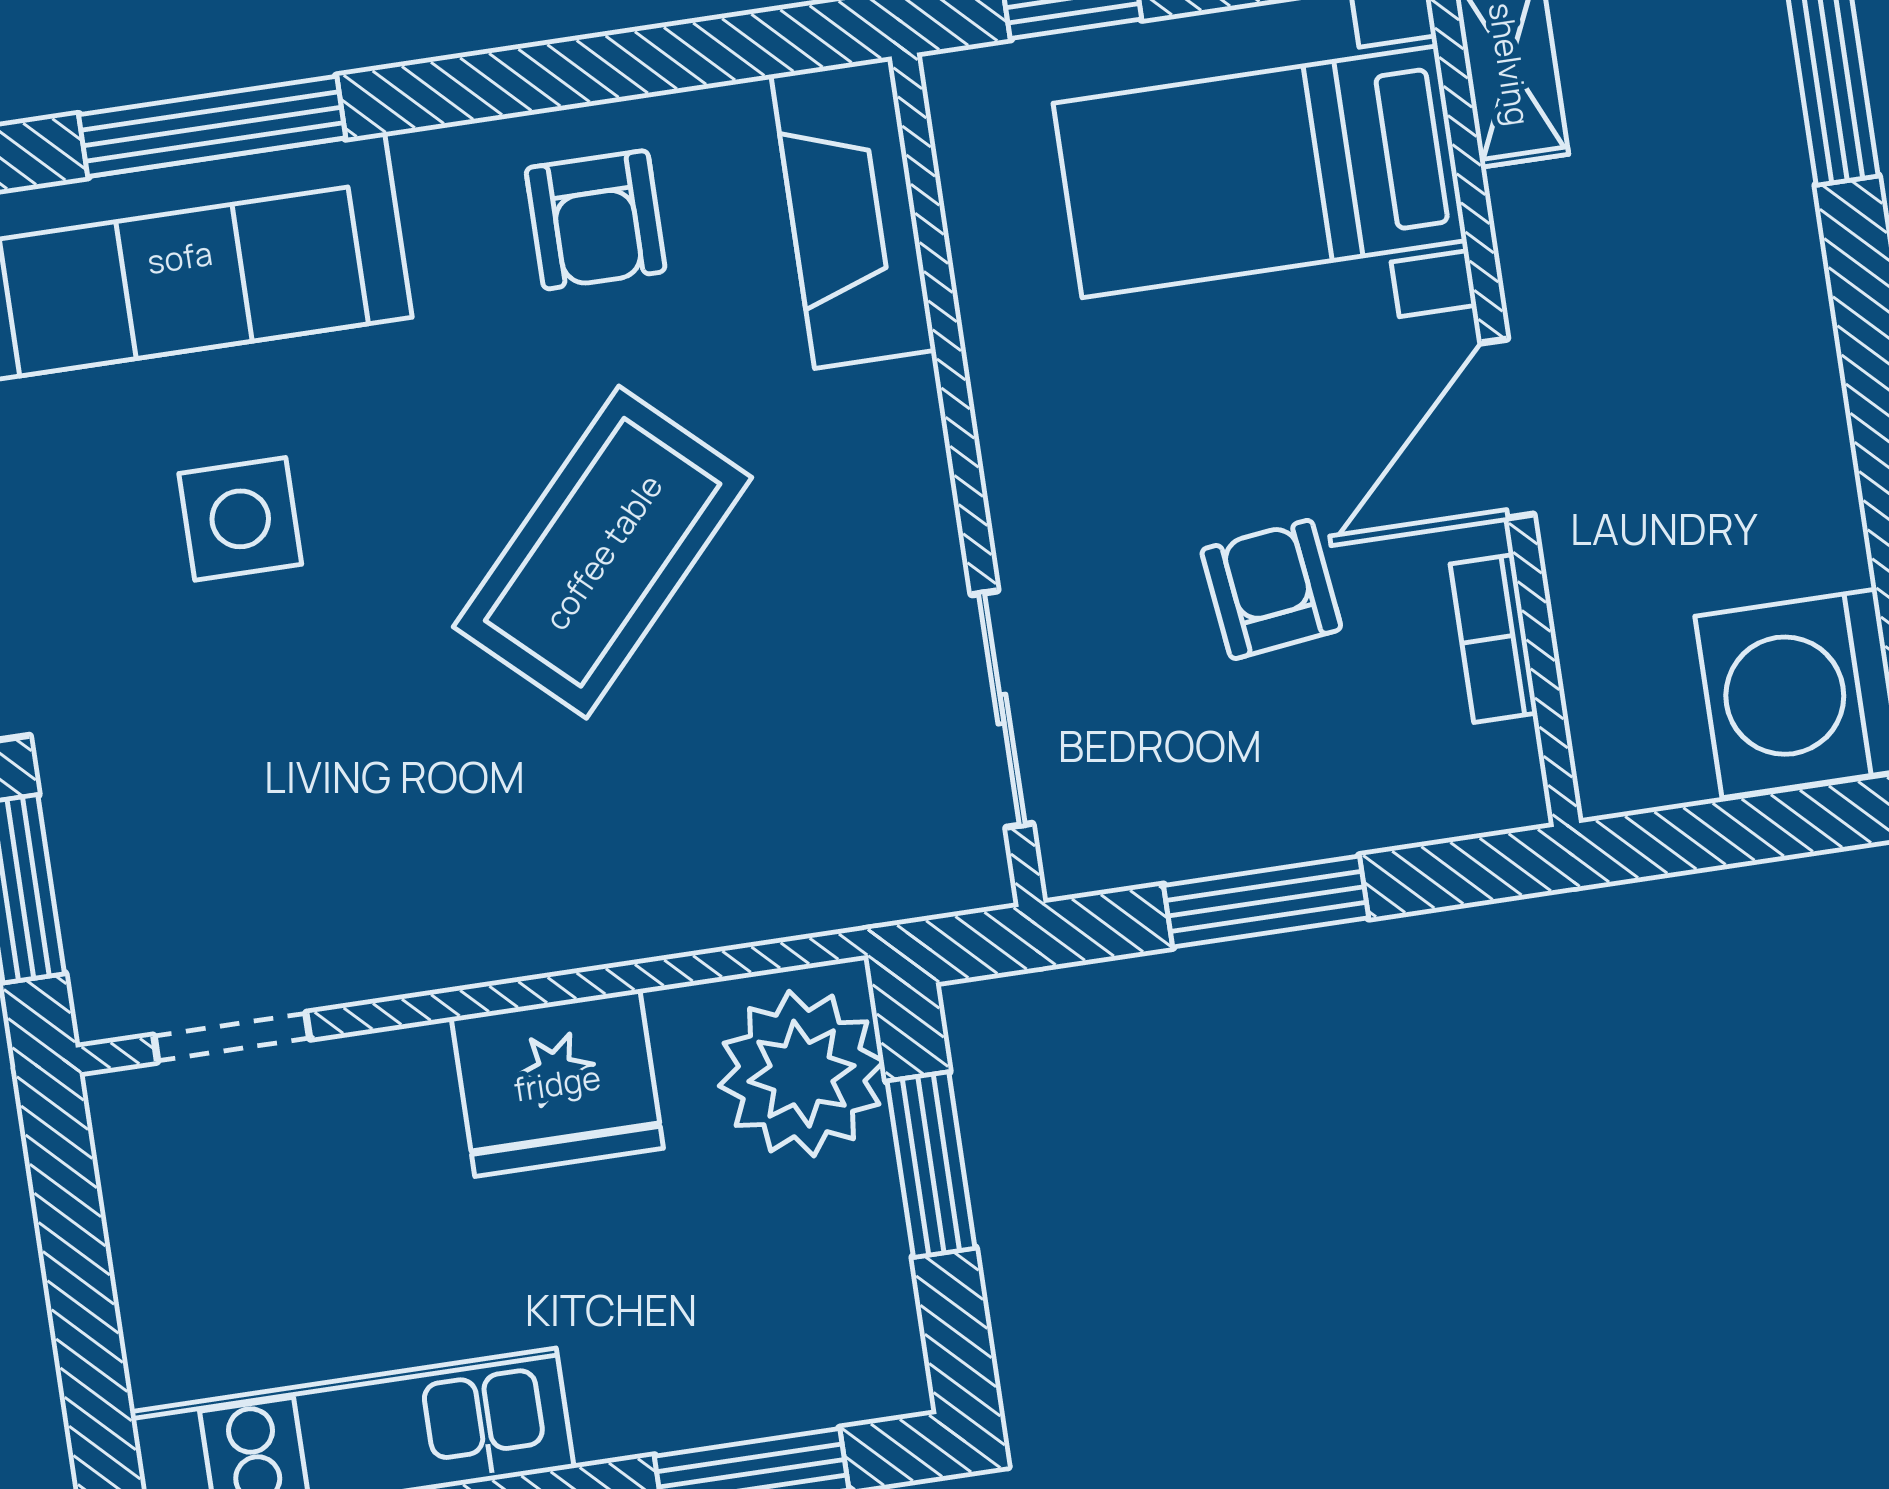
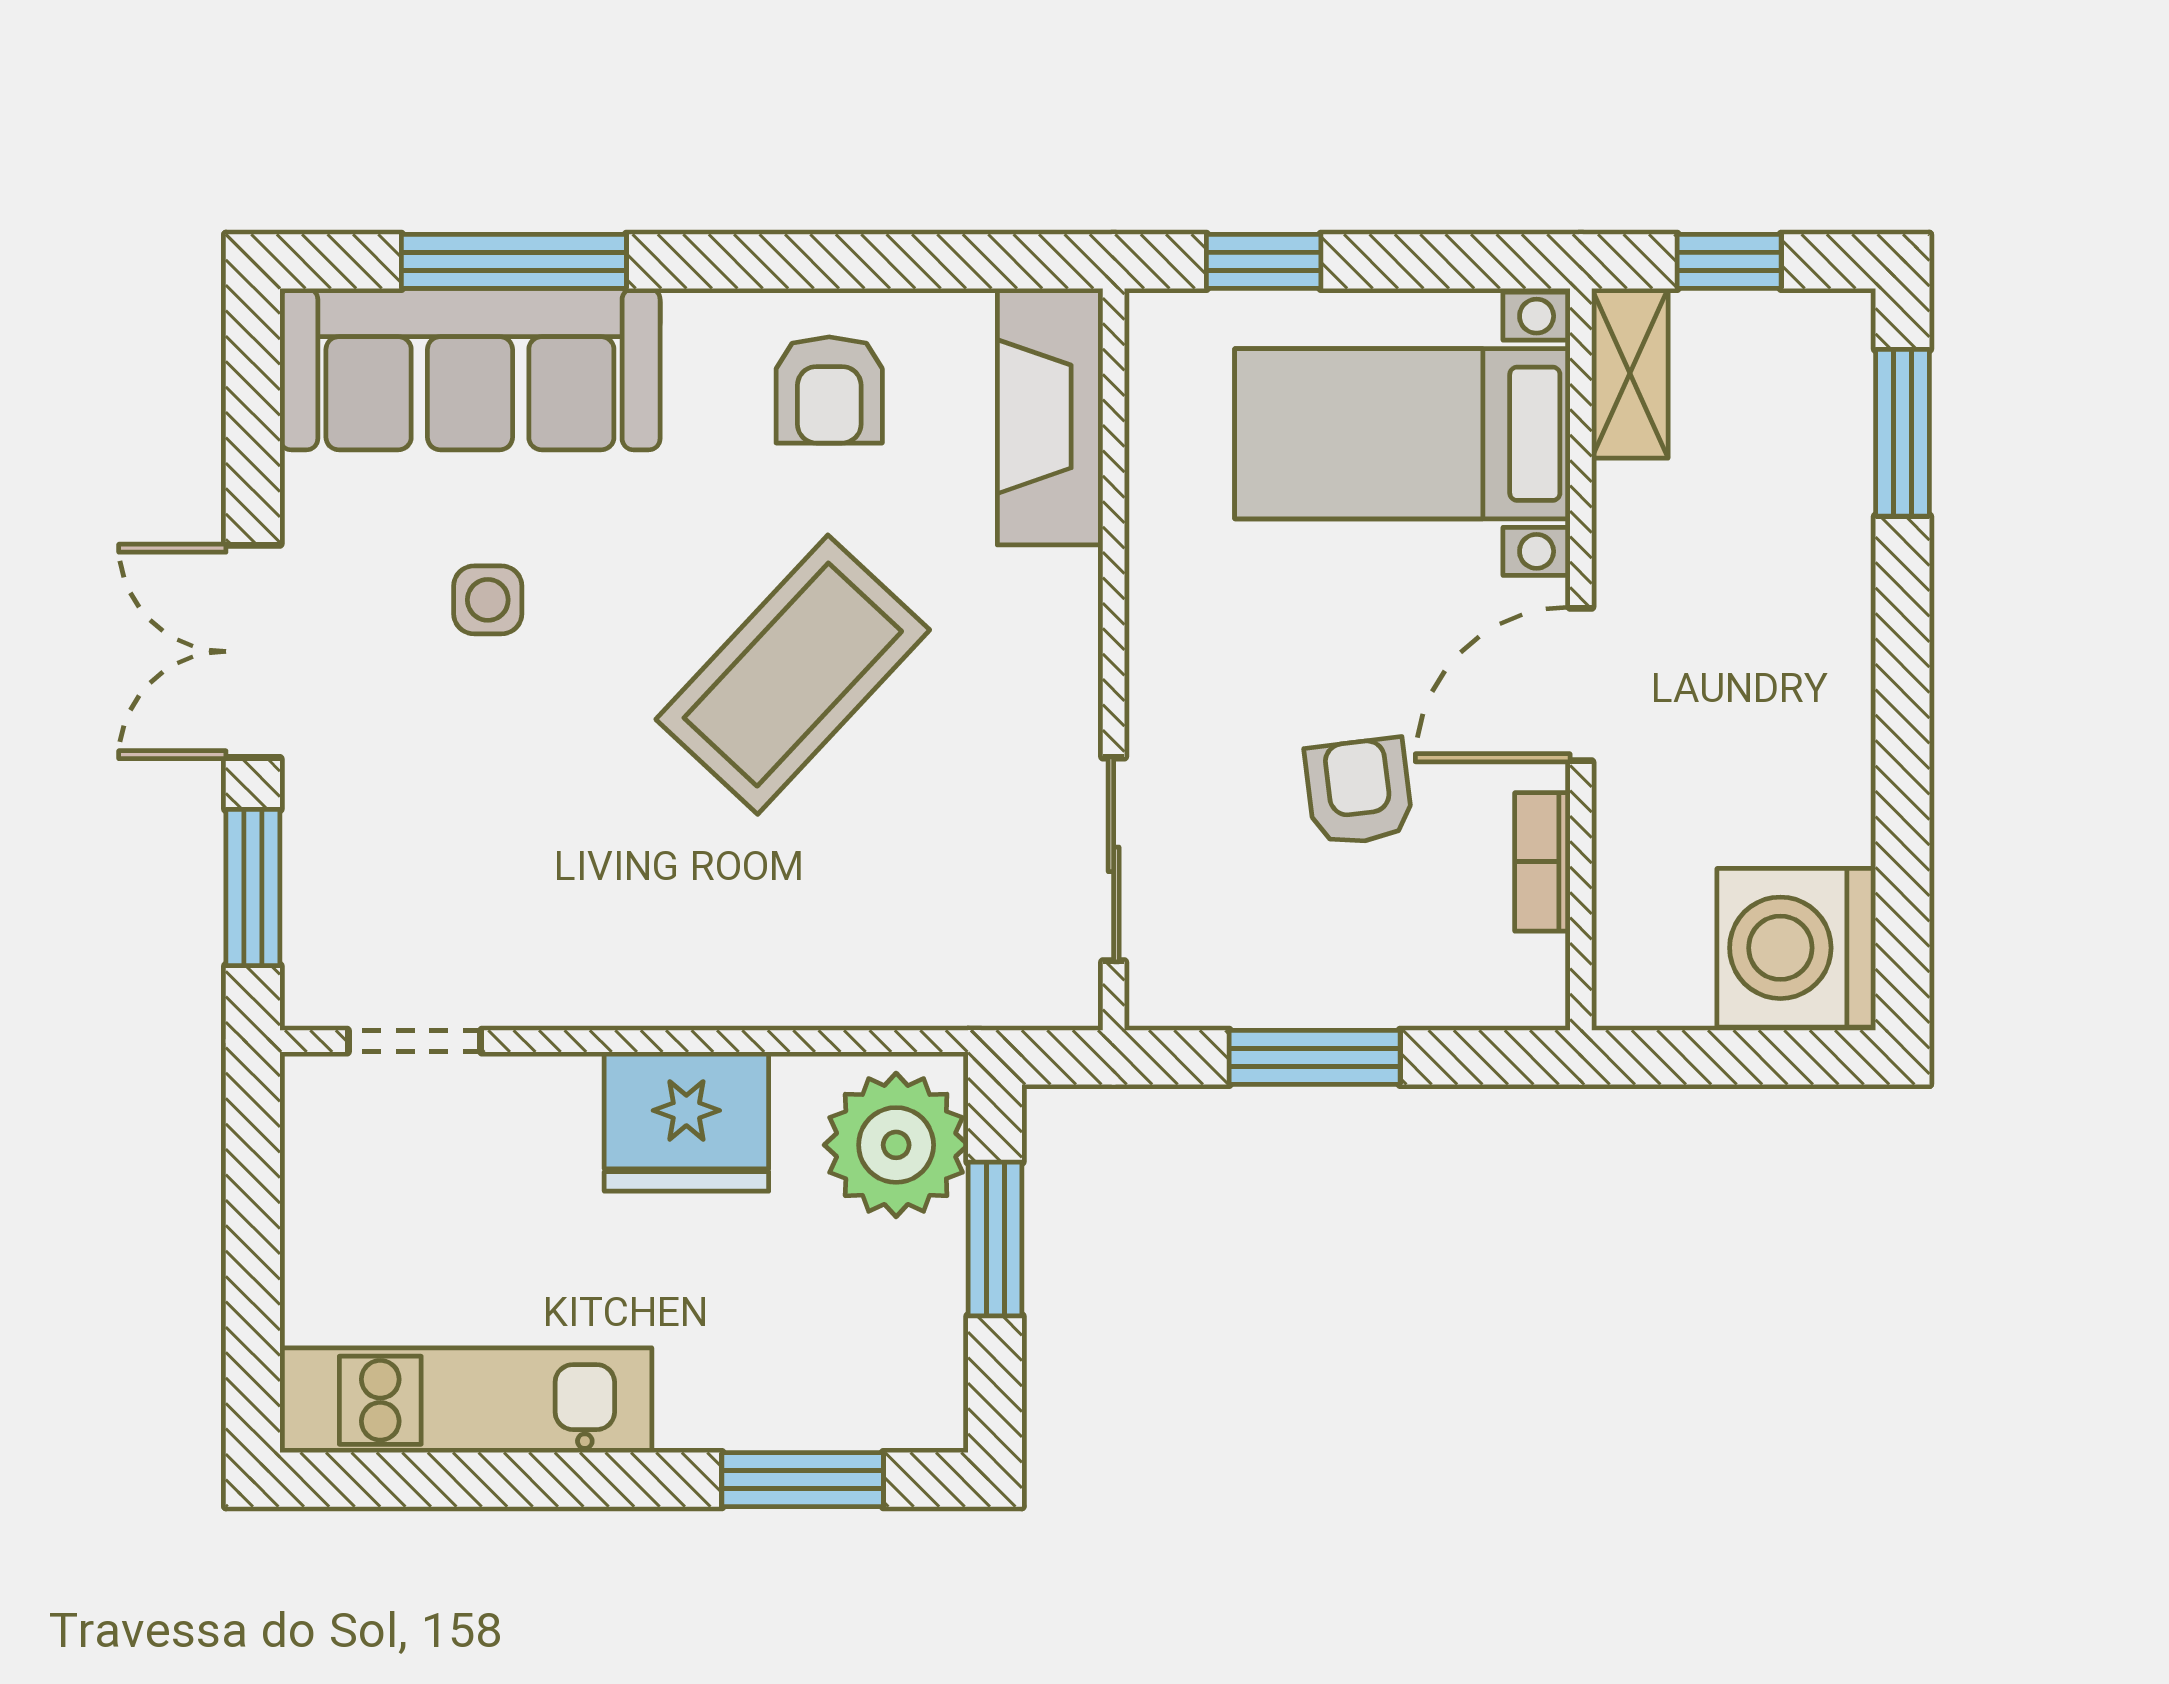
side table: (240, 519) -> (488, 600), width x0.73, depth x0.73

